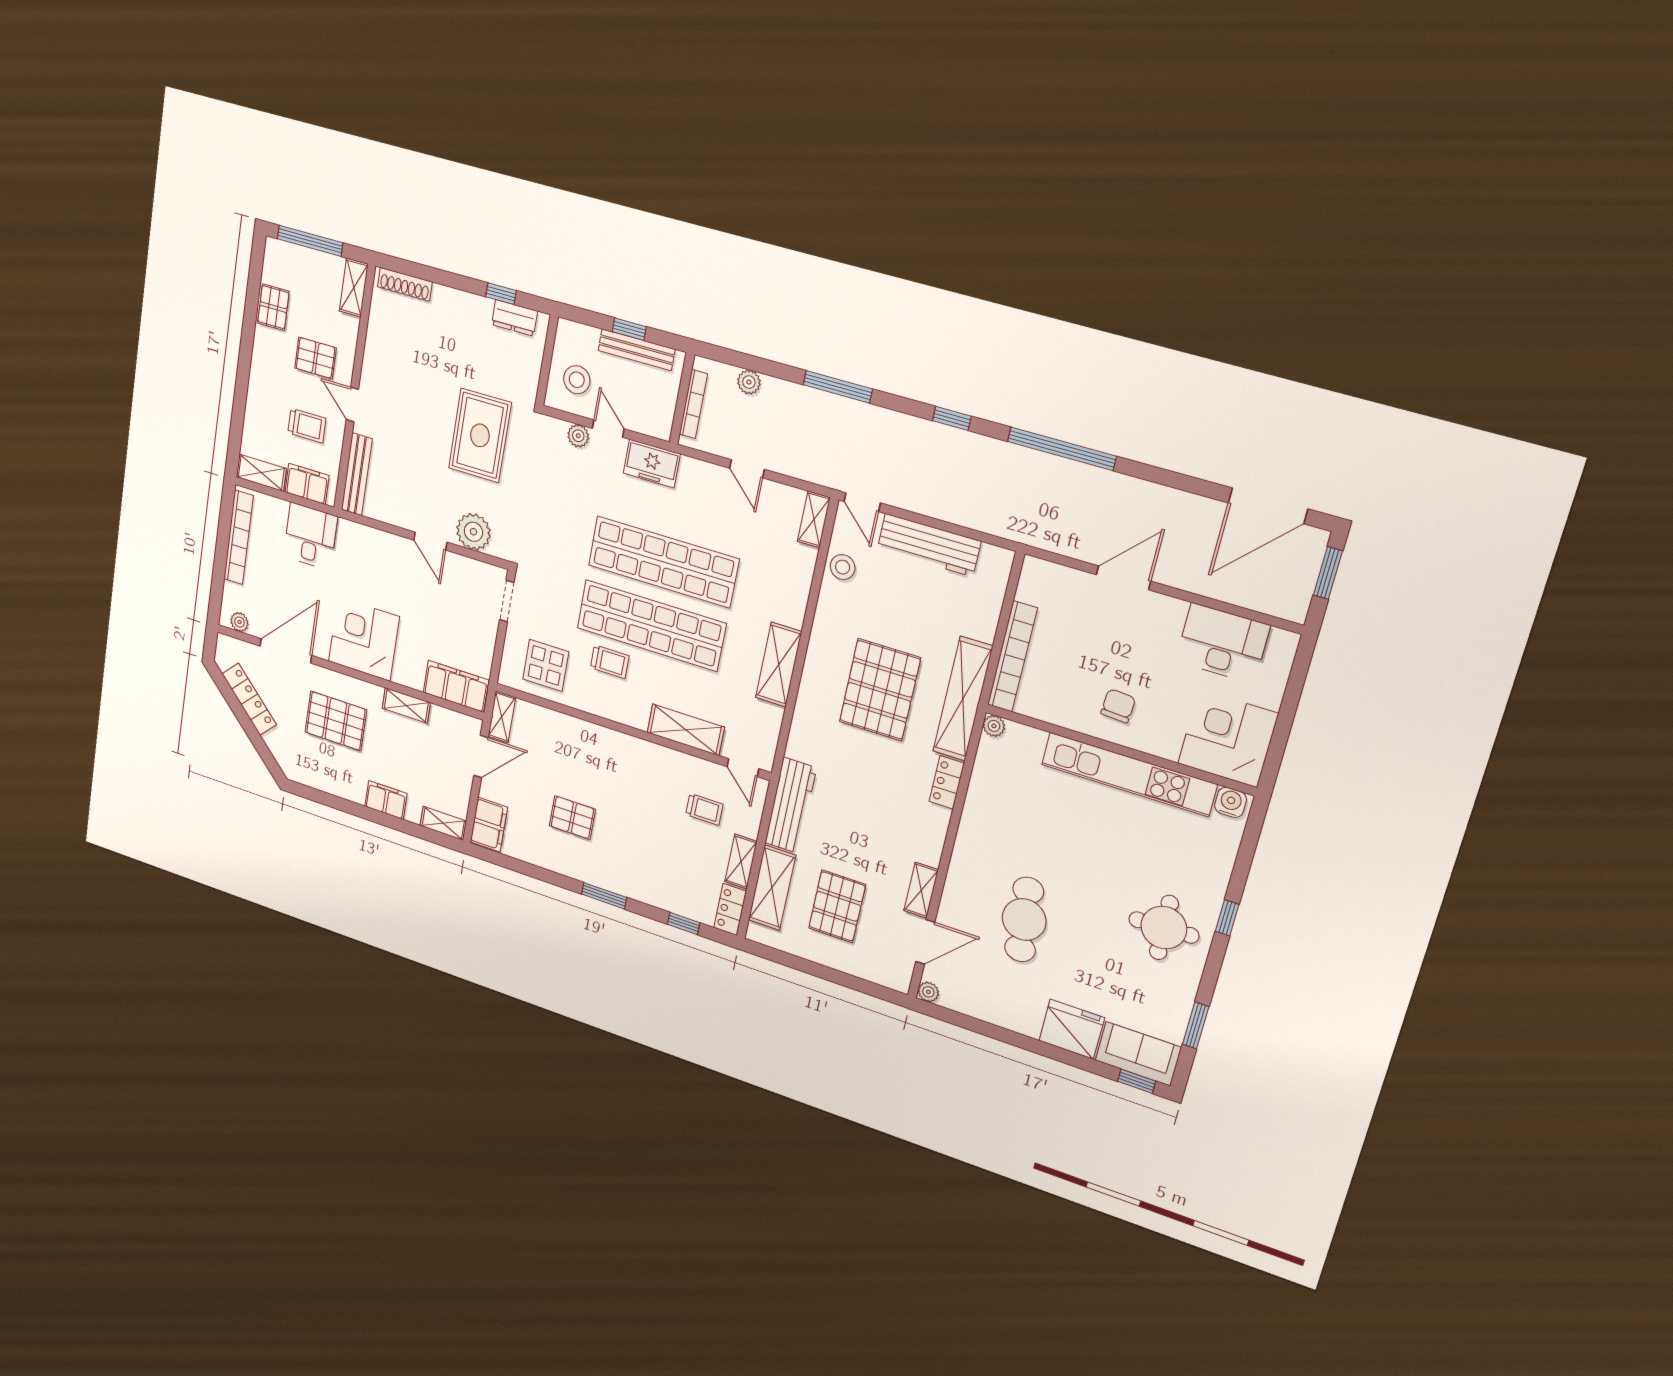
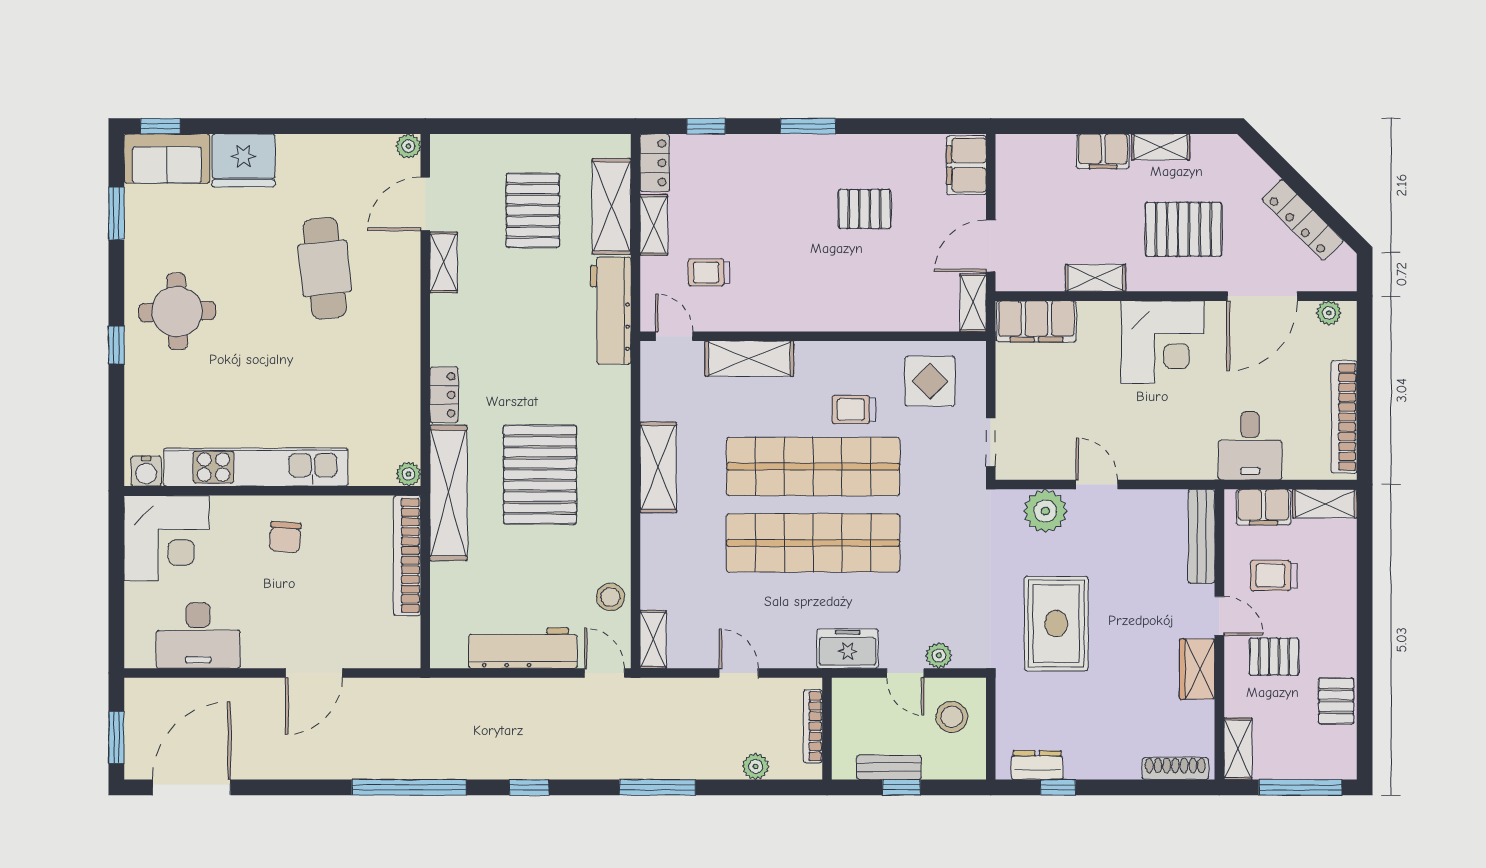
bench: (637, 350) -> (889, 767), width x0.73
wardrobe: (376, 365) -> (1197, 669), added
shelving: (443, 823) -> (1161, 147), moved

